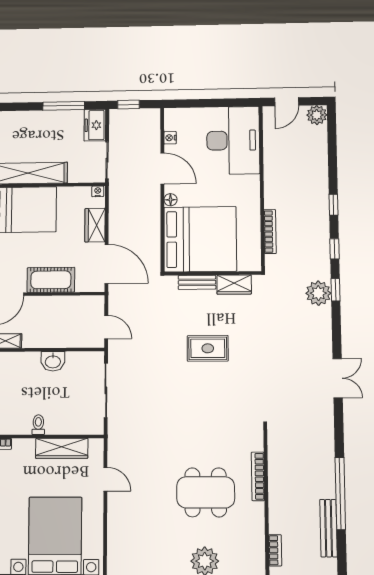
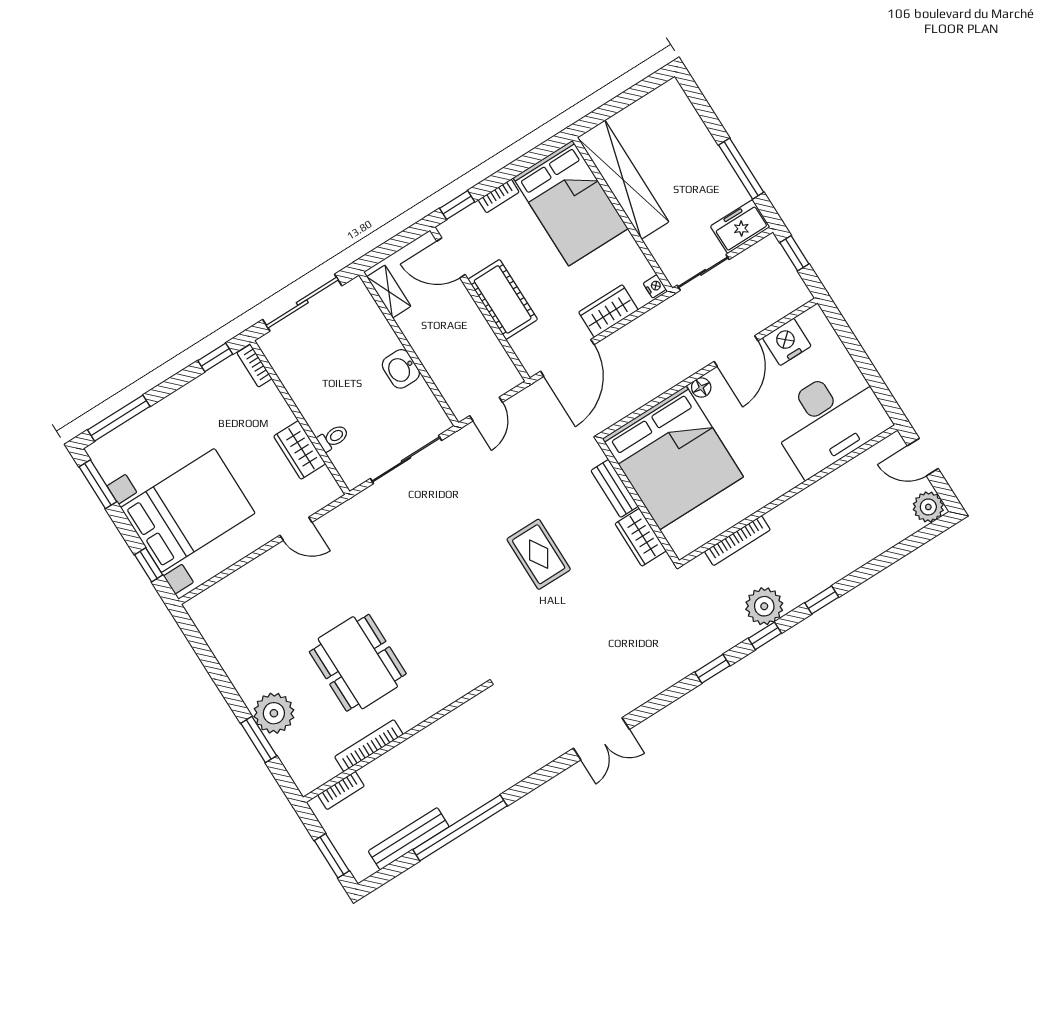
nightstand: (170, 138) -> (787, 342), width x1.89, depth x1.79
plant: (318, 293) -> (764, 606), moved
toilet: (38, 425) -> (333, 438), moved
wardrobe: (62, 448) -> (300, 450), width x0.67
bookcase: (258, 476) -> (369, 746), moved
door: (105, 479) -> (296, 529), hinge flipped

